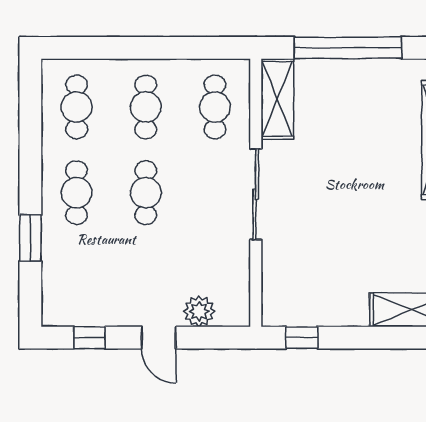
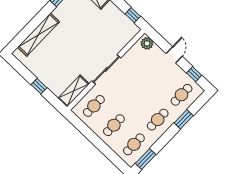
window: (348, 48) -> (39, 86), width x0.32
window: (30, 101) -> (146, 159), added
cafe table: (146, 193) -> (181, 95), moved
plant: (199, 311) -> (147, 43), moved

